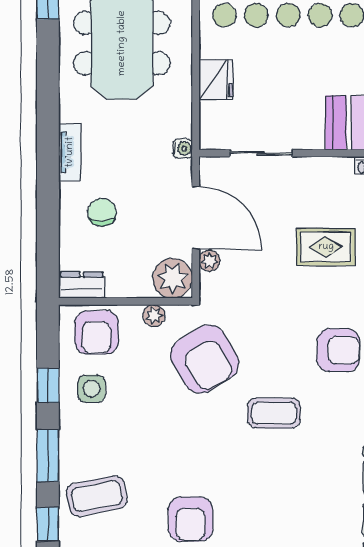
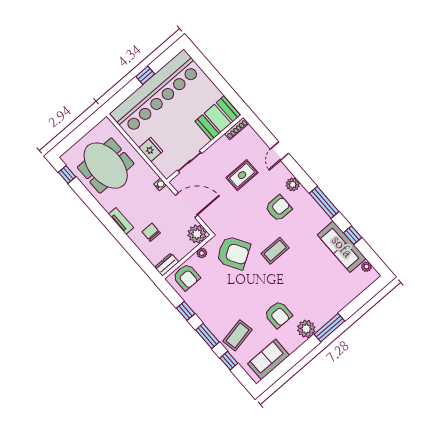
plant: (209, 261) -> (205, 216), removed
side table: (92, 389) -> (202, 299), removed

